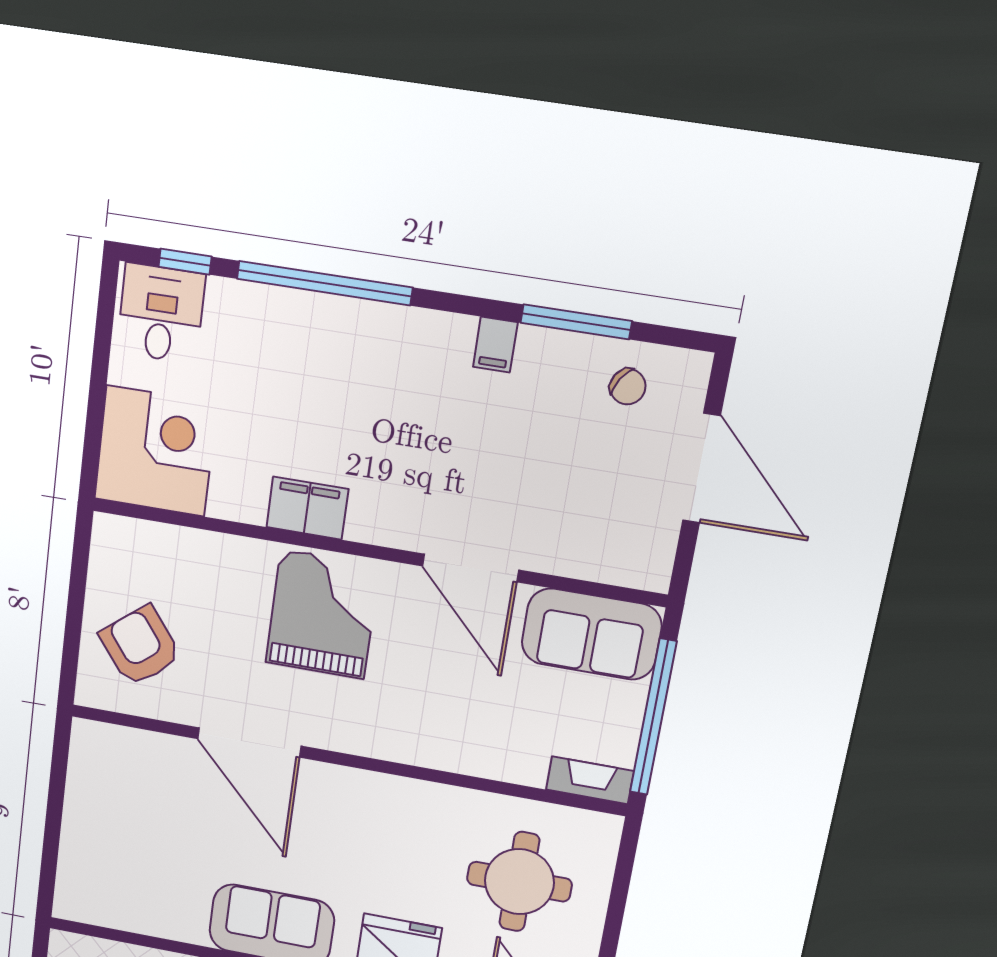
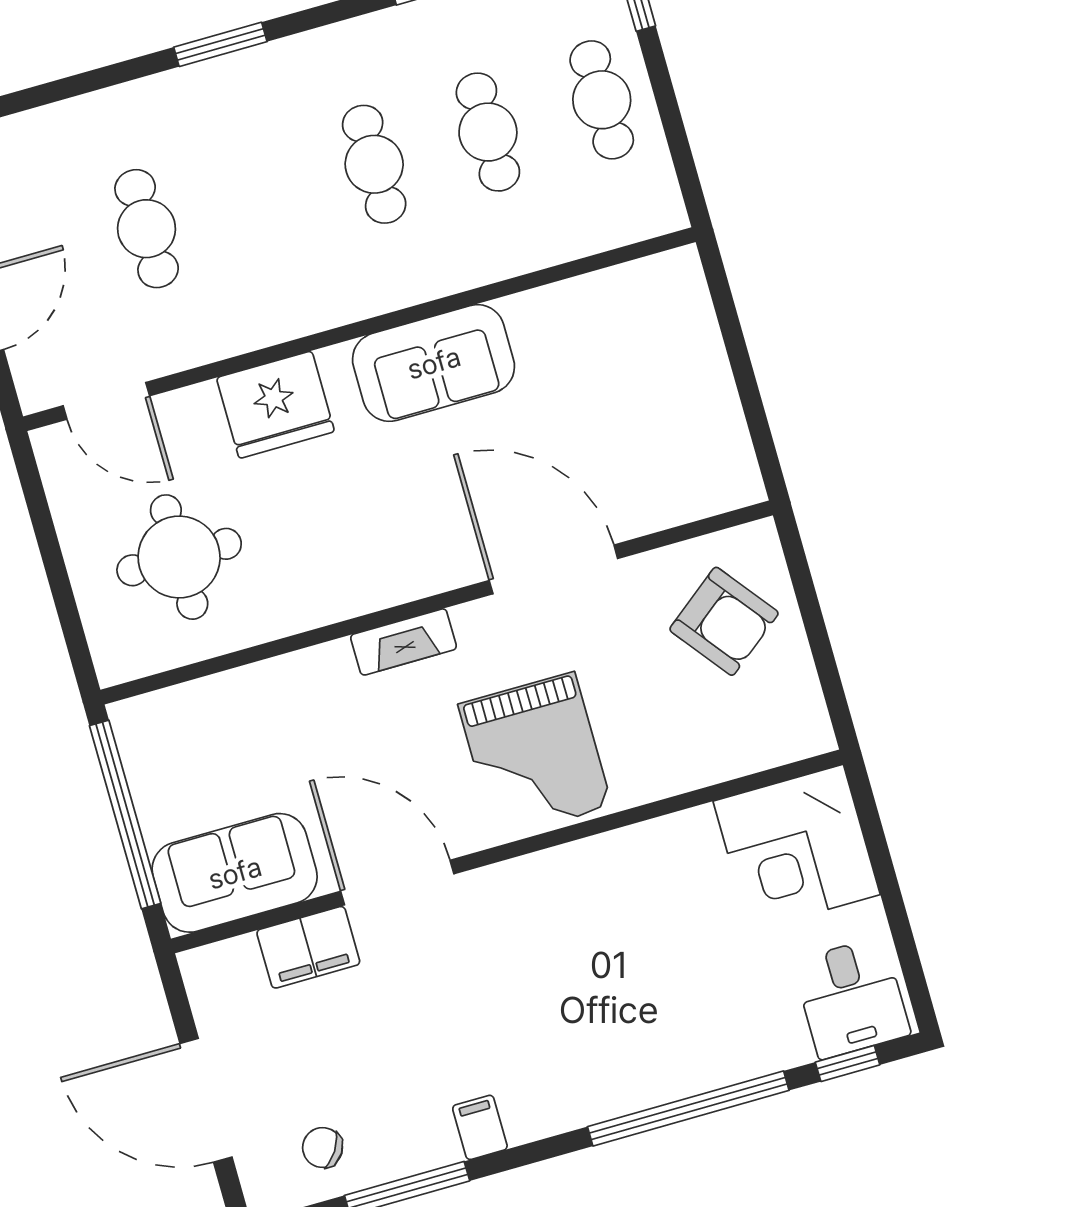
filing cabinet: (307, 508) -> (308, 947), moved
fireplace: (590, 780) -> (404, 642), moved

